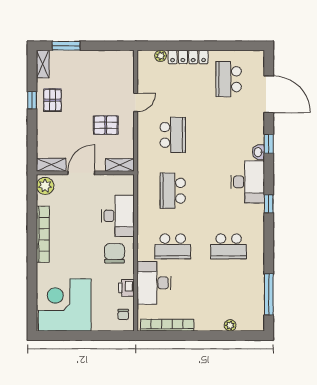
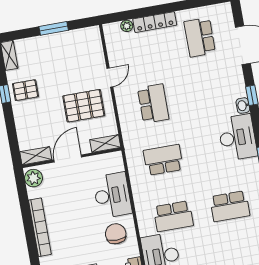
window: (66, 46) -> (54, 28), moved
pallet: (52, 100) -> (25, 90), turned 90
pallet: (106, 125) -> (84, 106), width x1.50, depth x1.42
school desk: (173, 191) -> (163, 160), turned 90

